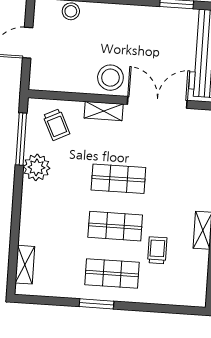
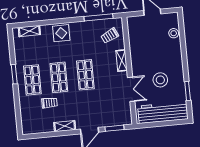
stool: (110, 78) -> (160, 80), moved
double door: (157, 102) -> (131, 89), width x0.73
plant: (37, 167) -> (84, 29), removed
display table: (38, 209) -> (61, 33), added

